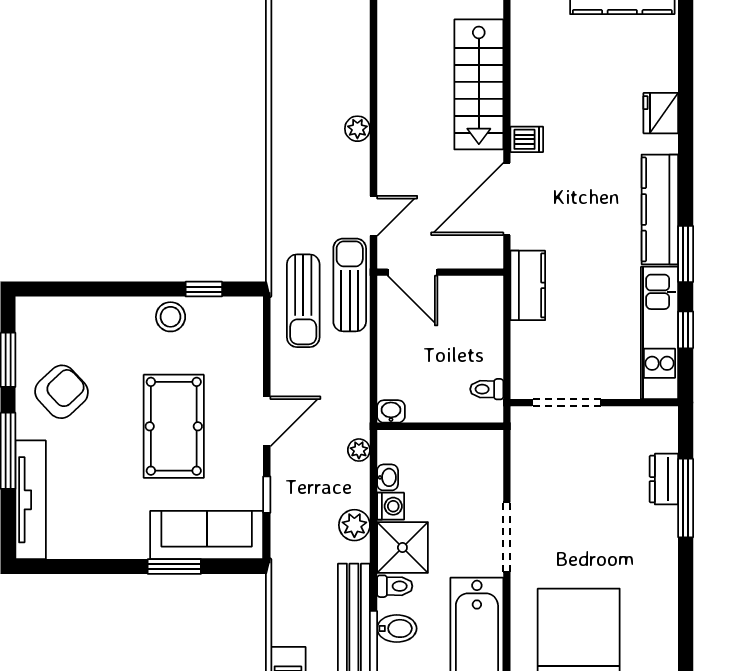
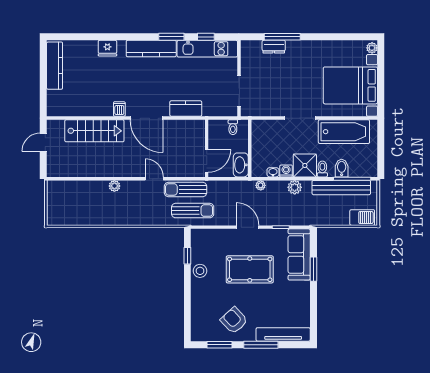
door: (413, 272) -> (207, 161), moved
wall: (440, 272) -> (207, 148), moved
washbasin: (391, 411) -> (241, 165), width x1.91, depth x1.45

